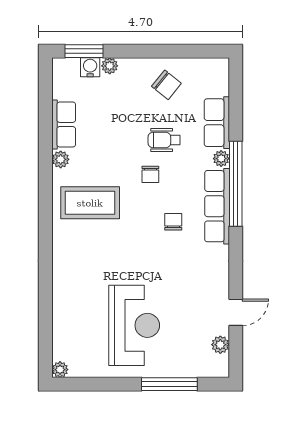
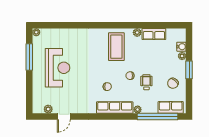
window: (84, 51) -> (189, 70), moved
row of seats: (217, 123) -> (171, 107), moved
window: (236, 184) -> (157, 117), moved
door: (236, 312) -> (64, 117), hinge flipped
reception desk: (134, 325) -> (57, 68), turned -90
window: (169, 384) -> (29, 57), moved

